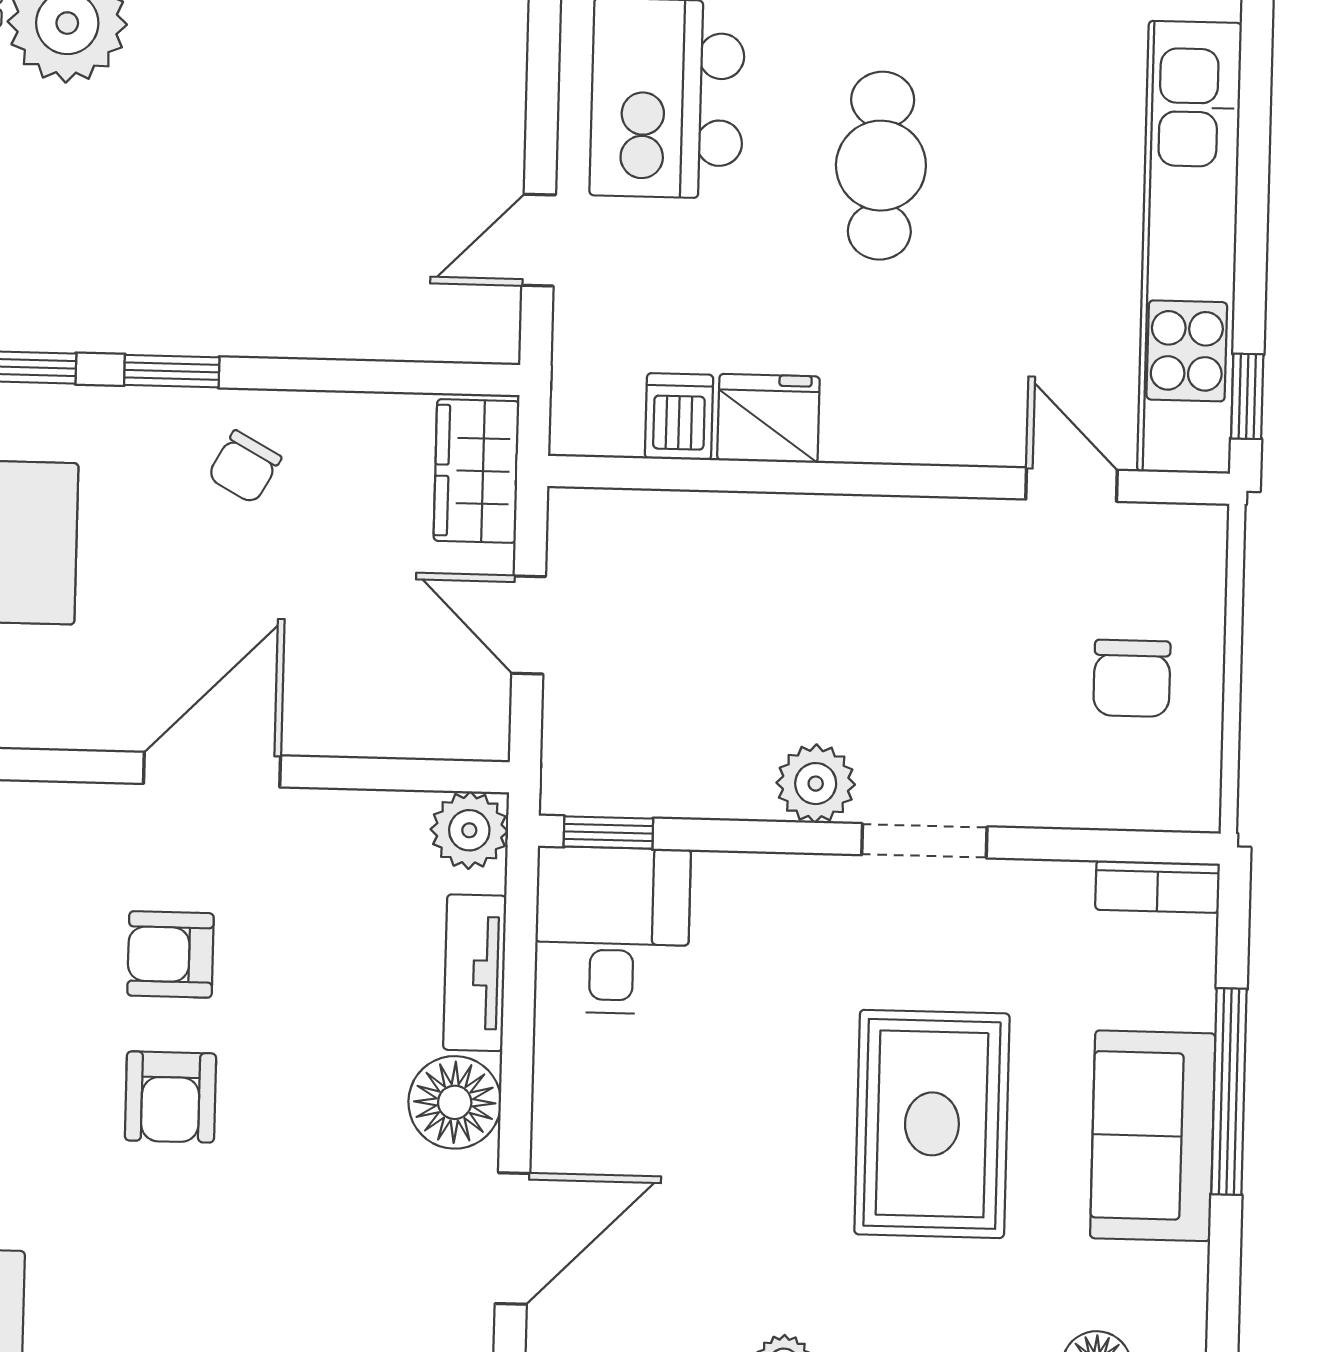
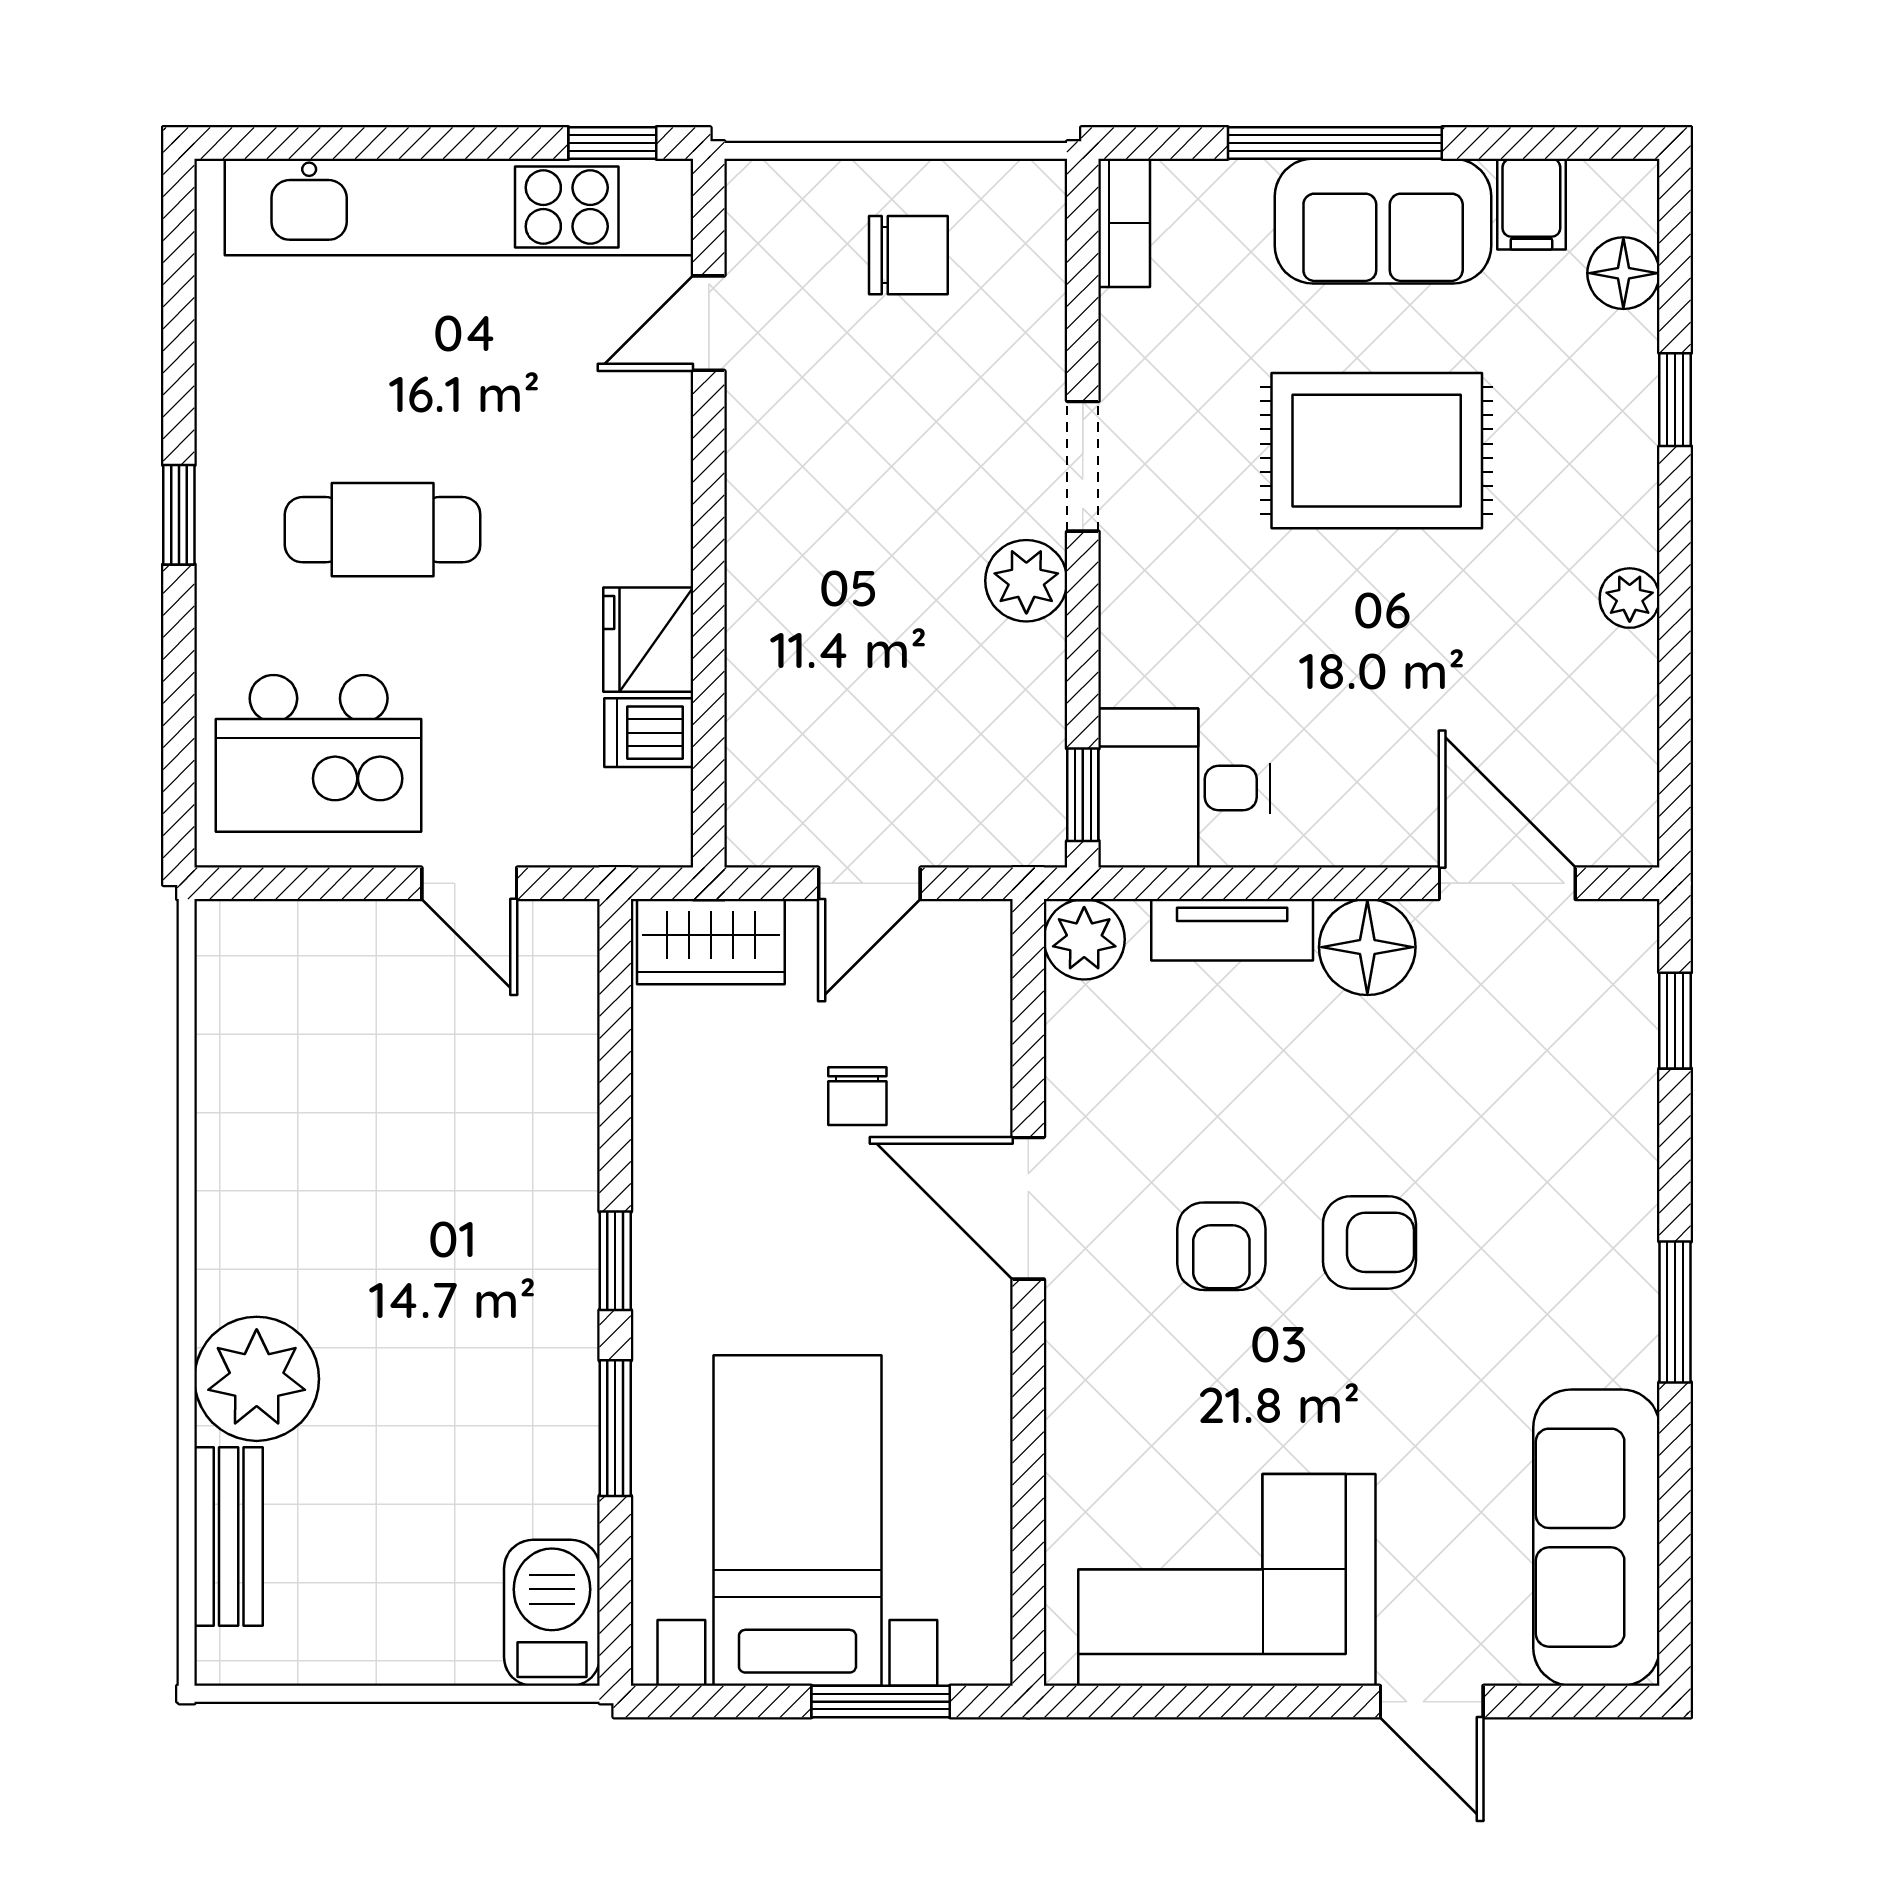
chair: (244, 467) -> (857, 1096), moved, turned 61
filing cabinet: (1165, 1279) -> (1531, 204), added

